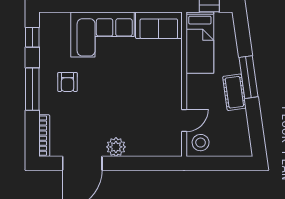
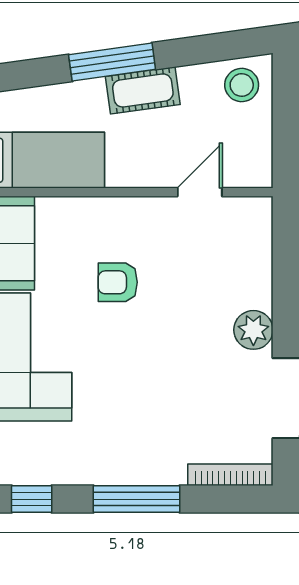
armchair: (67, 82) -> (118, 282), moved, turned 180
door: (184, 120) -> (200, 192), hinge flipped
stool: (201, 143) -> (242, 85), moved

